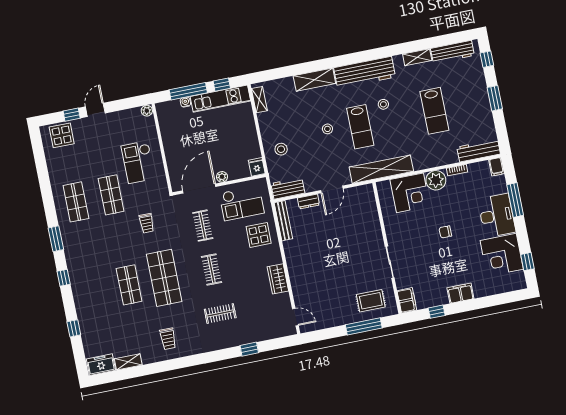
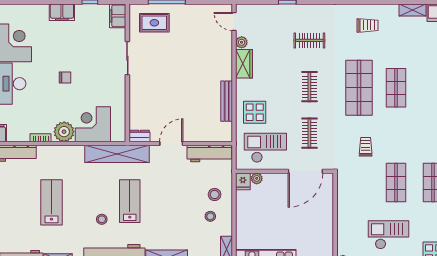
stool: (327, 129) -> (210, 216), moved
checkout: (138, 162) -> (389, 235), moved, turned -90
plant: (222, 177) -> (257, 178), moved
workbench: (288, 188) -> (209, 154), width x1.38
dresser: (308, 202) -> (139, 136), moved
bench: (283, 221) -> (227, 101), moved
plant: (284, 299) -> (242, 42), added
trolley: (168, 339) -> (368, 25), turned 90

